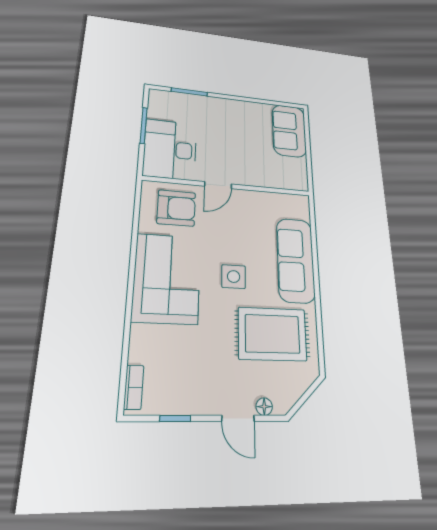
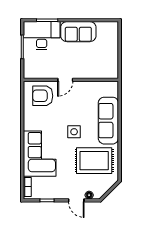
sofa: (289, 131) -> (78, 32), moved, turned -90
desk: (170, 149) -> (42, 36), moved, turned 90
armchair: (176, 208) -> (43, 96), turned 180
corner sofa: (167, 278) -> (40, 154), moved

